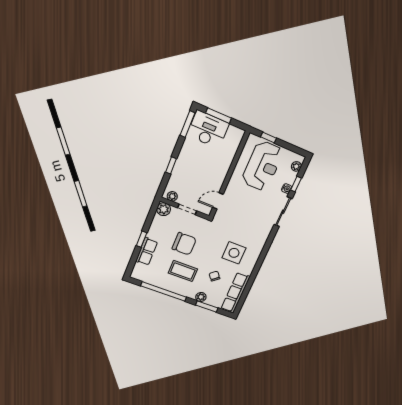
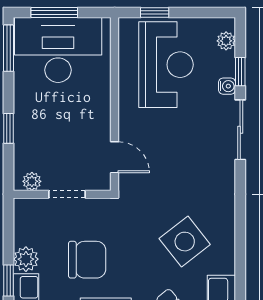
desk: (208, 130) -> (58, 50), width x1.36, depth x1.30
door: (218, 201) -> (115, 157), swing flipped
plant: (164, 209) -> (26, 259), moved
side table: (234, 253) -> (185, 242), turned -38

